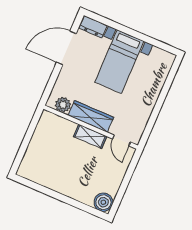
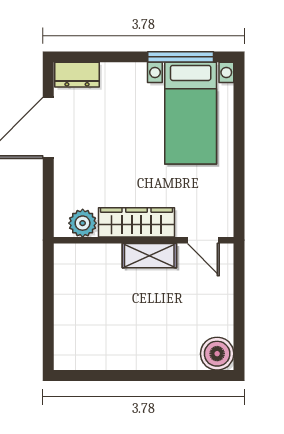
window: (151, 41) -> (181, 57), added
bed with nightstands: (119, 62) -> (191, 113), moved

